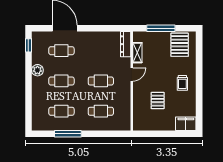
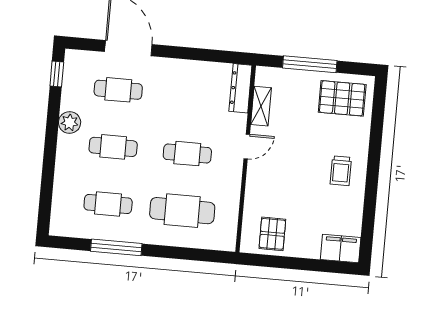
pallet: (180, 45) -> (342, 98), turned 90
pallet: (158, 101) -> (272, 234), moved
cafe table: (101, 111) -> (182, 211), width x1.37, depth x1.35

